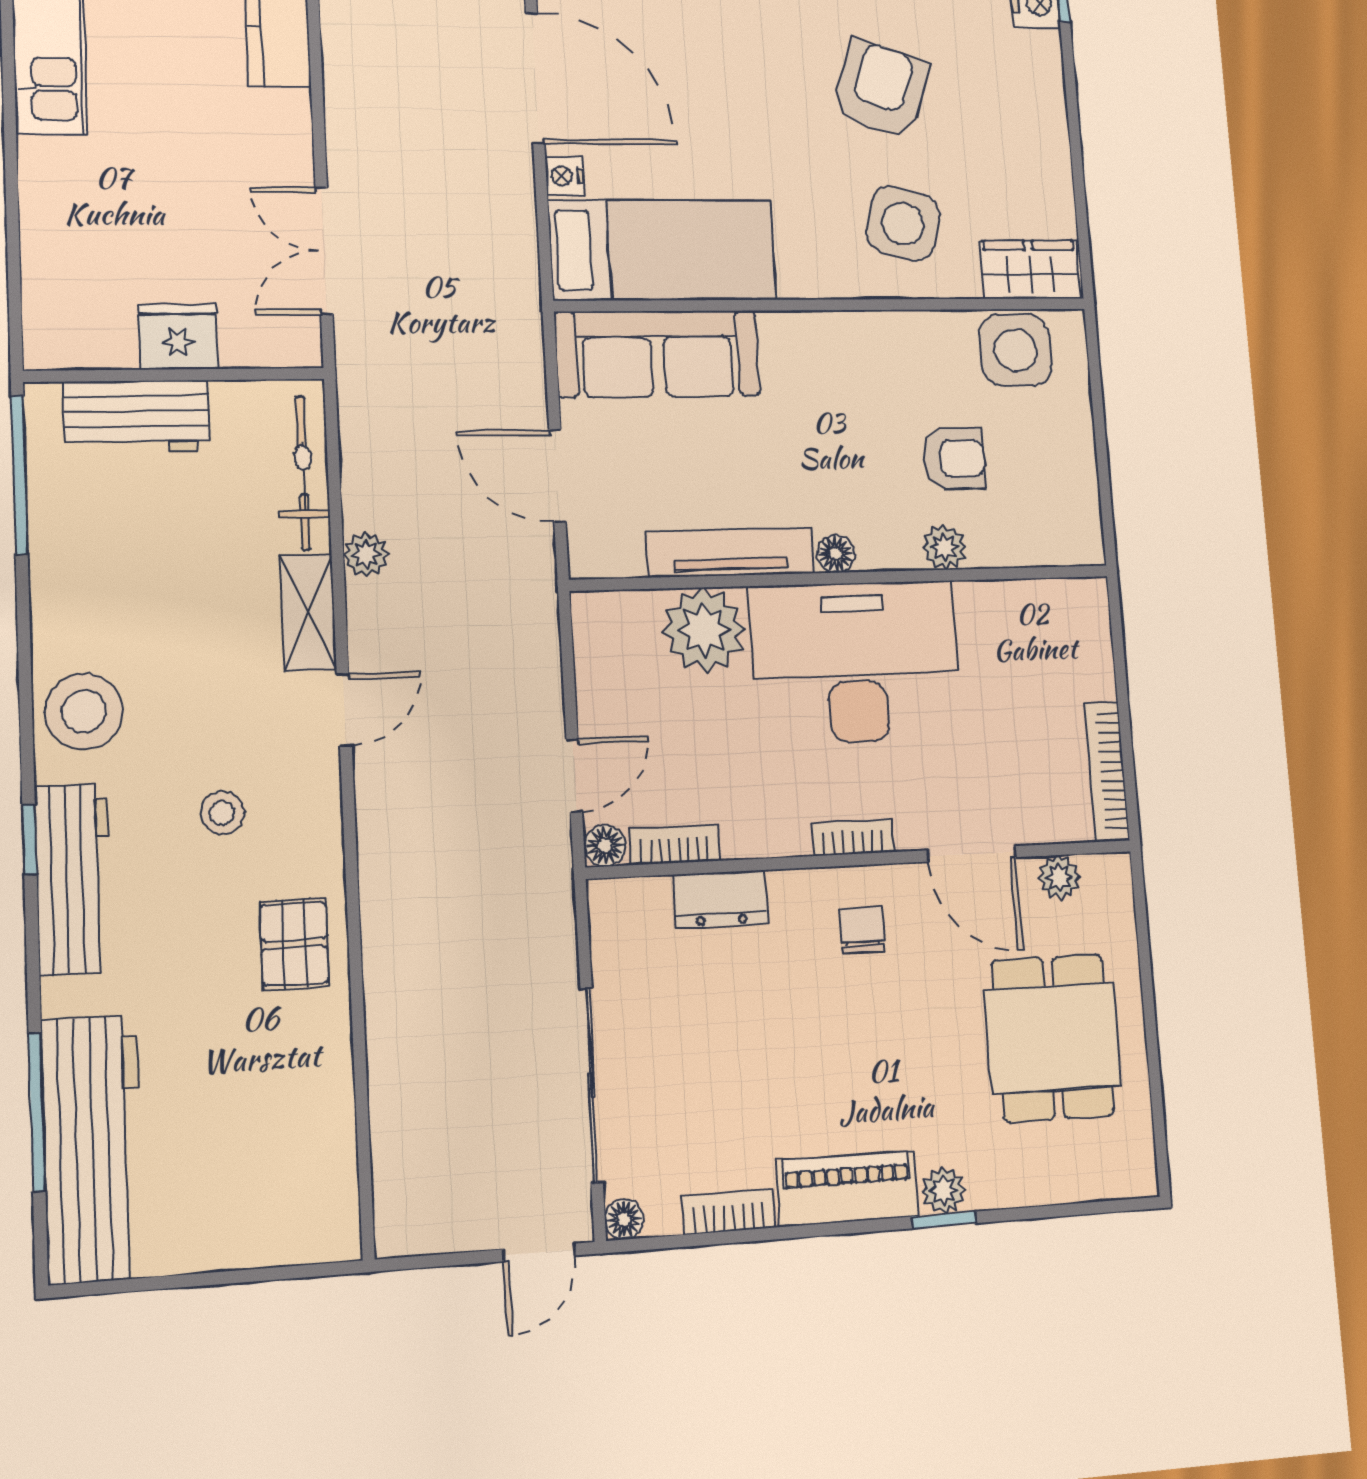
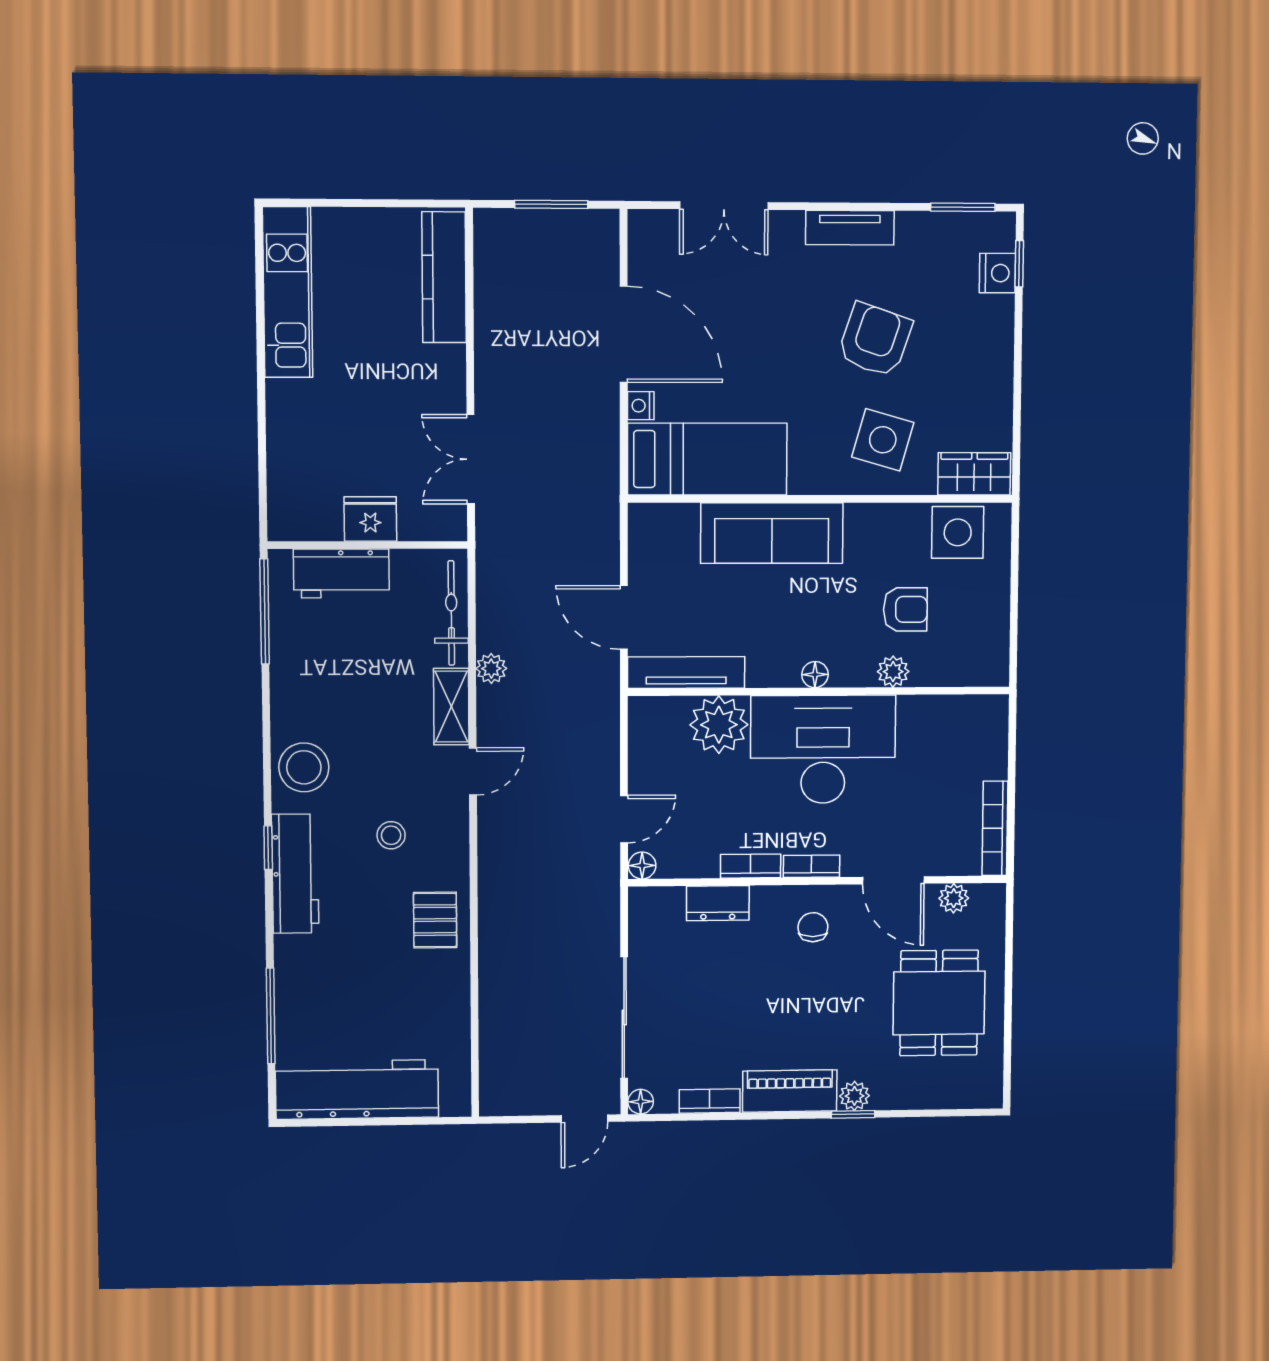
sofa: (658, 354) -> (772, 533), moved
tv unit: (730, 553) -> (686, 673), moved
bookcase: (674, 845) -> (751, 866), moved
workbench: (93, 1149) -> (357, 1090), moved, turned -90

